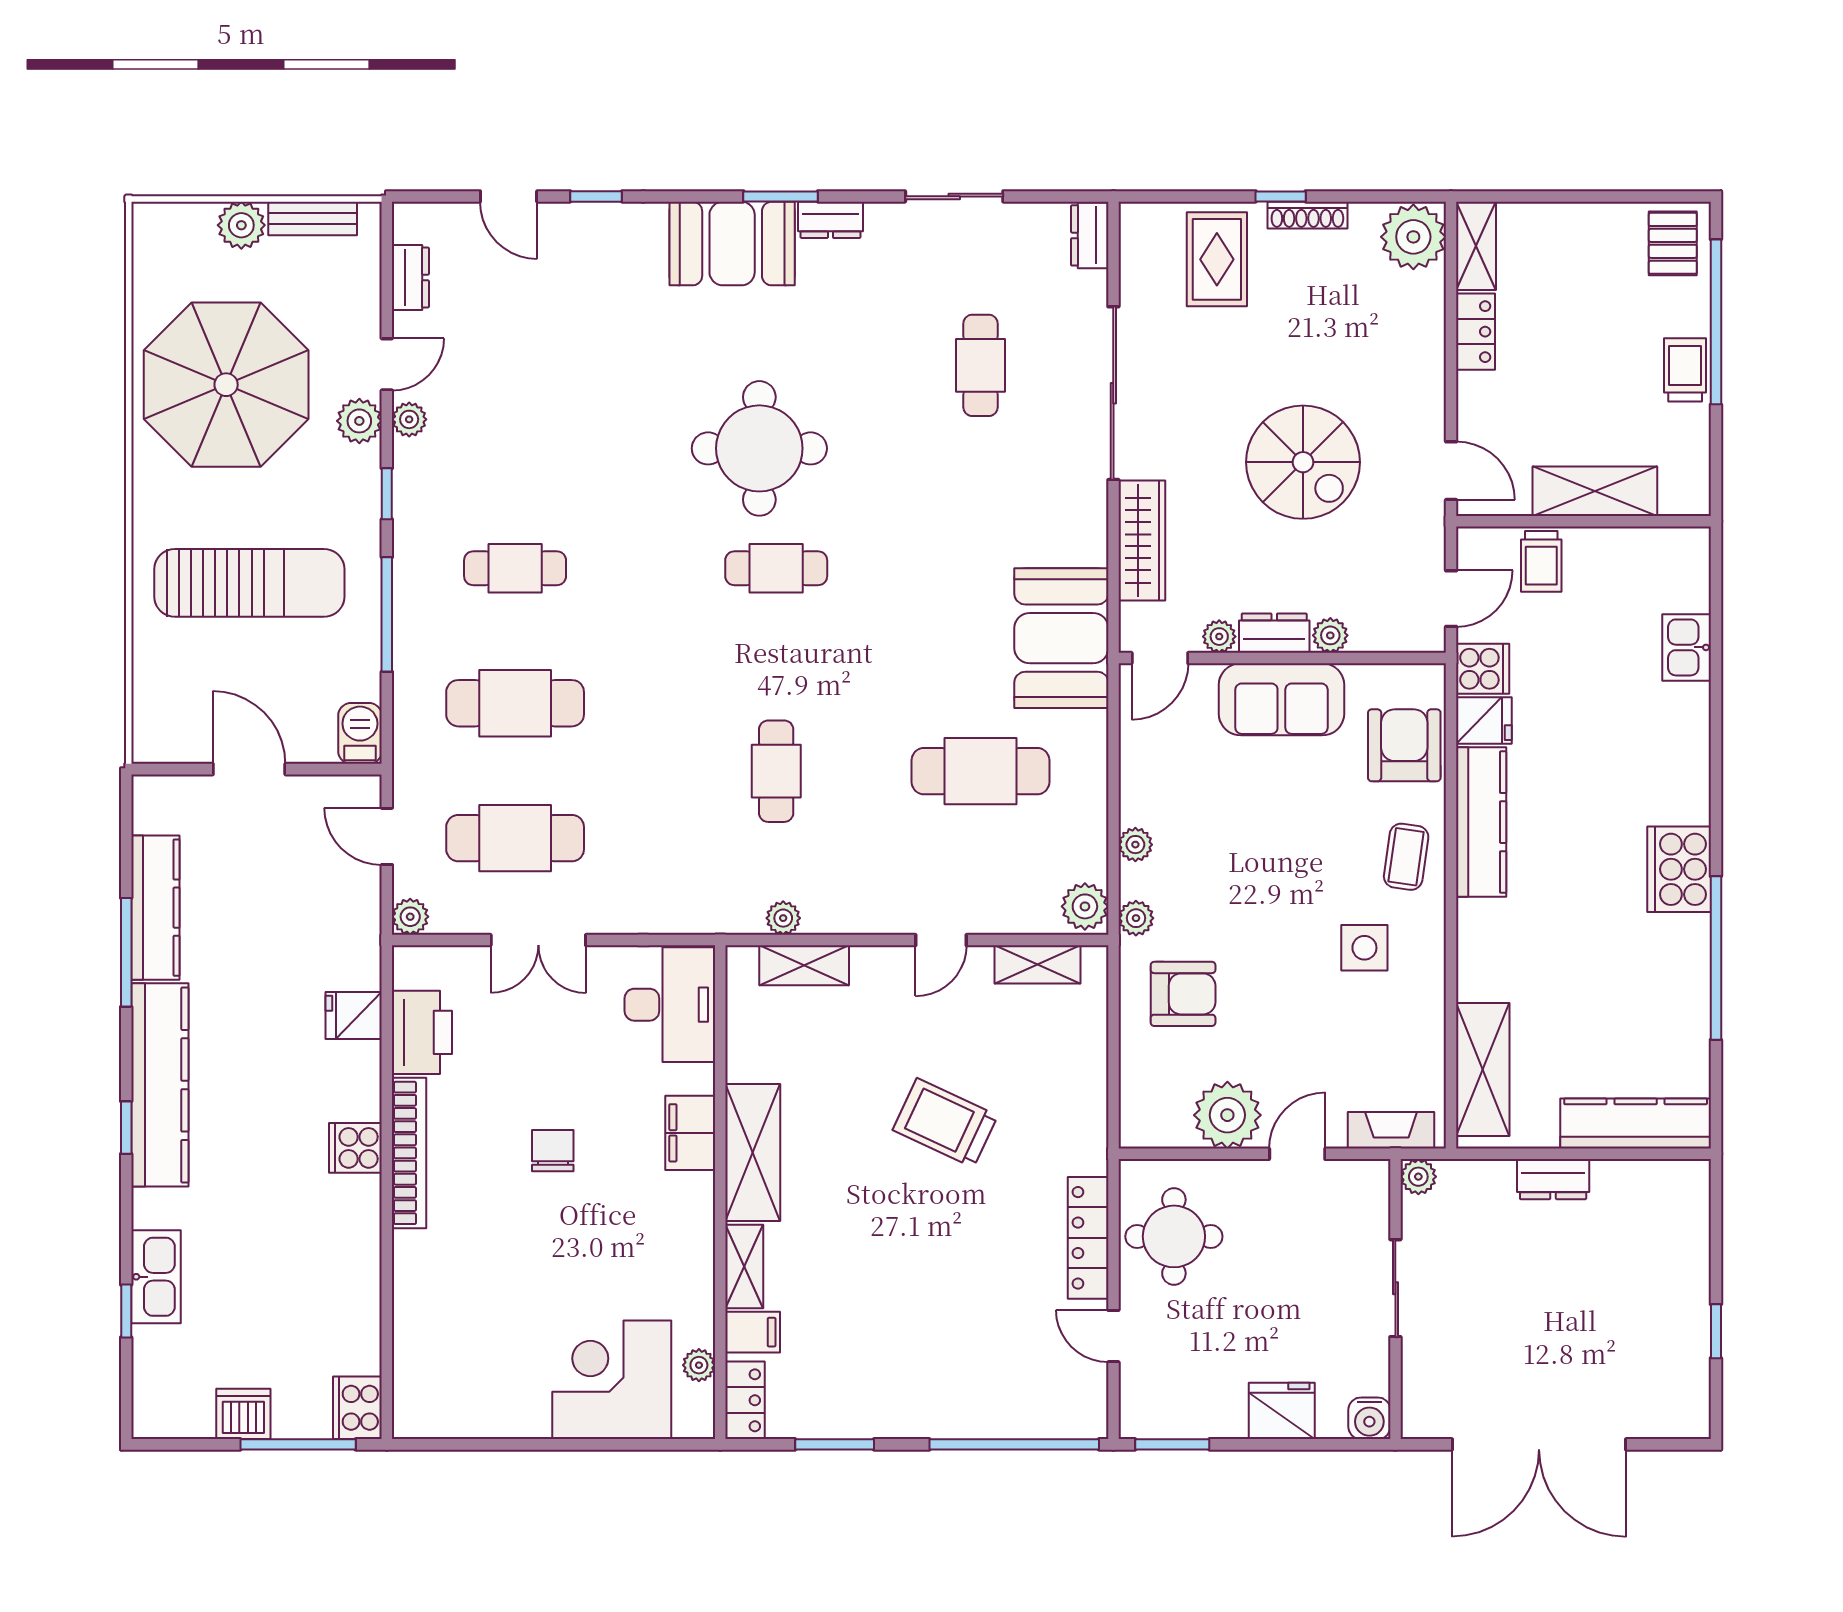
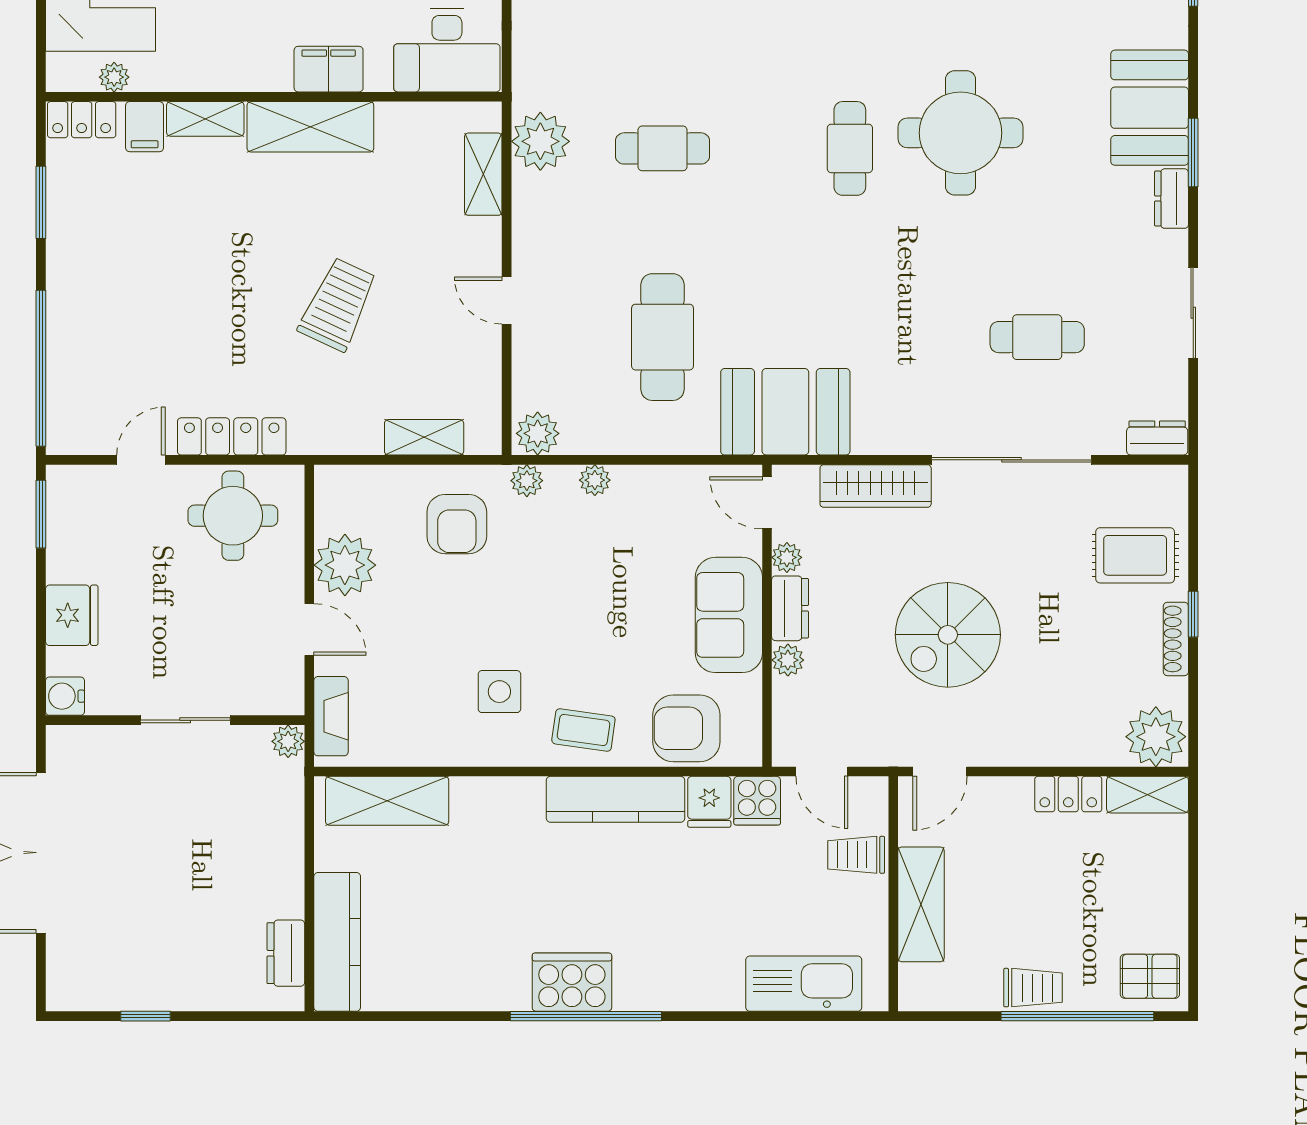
kitchen sink: (1687, 647) -> (804, 984), width x1.88, depth x1.24
armchair: (1404, 745) -> (686, 728), turned 180
plant: (783, 918) -> (540, 141), width x1.88, depth x1.88
window: (1716, 958) -> (586, 1016), moved
shelving: (1038, 964) -> (424, 437), moved, turned 90
dresser: (1553, 1179) -> (286, 953), moved

